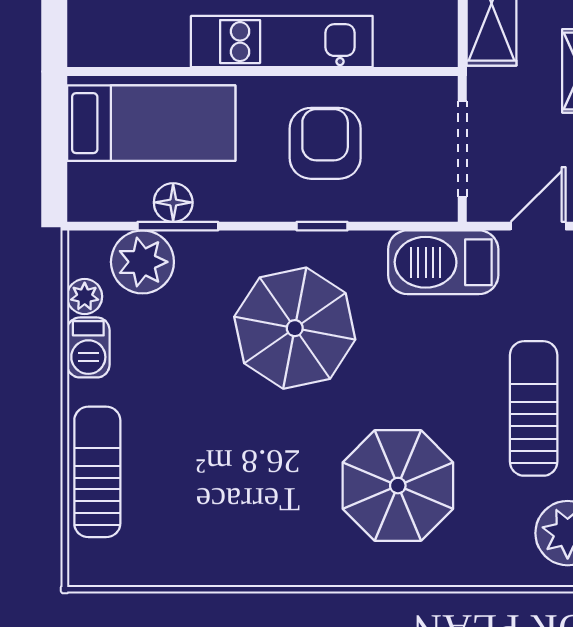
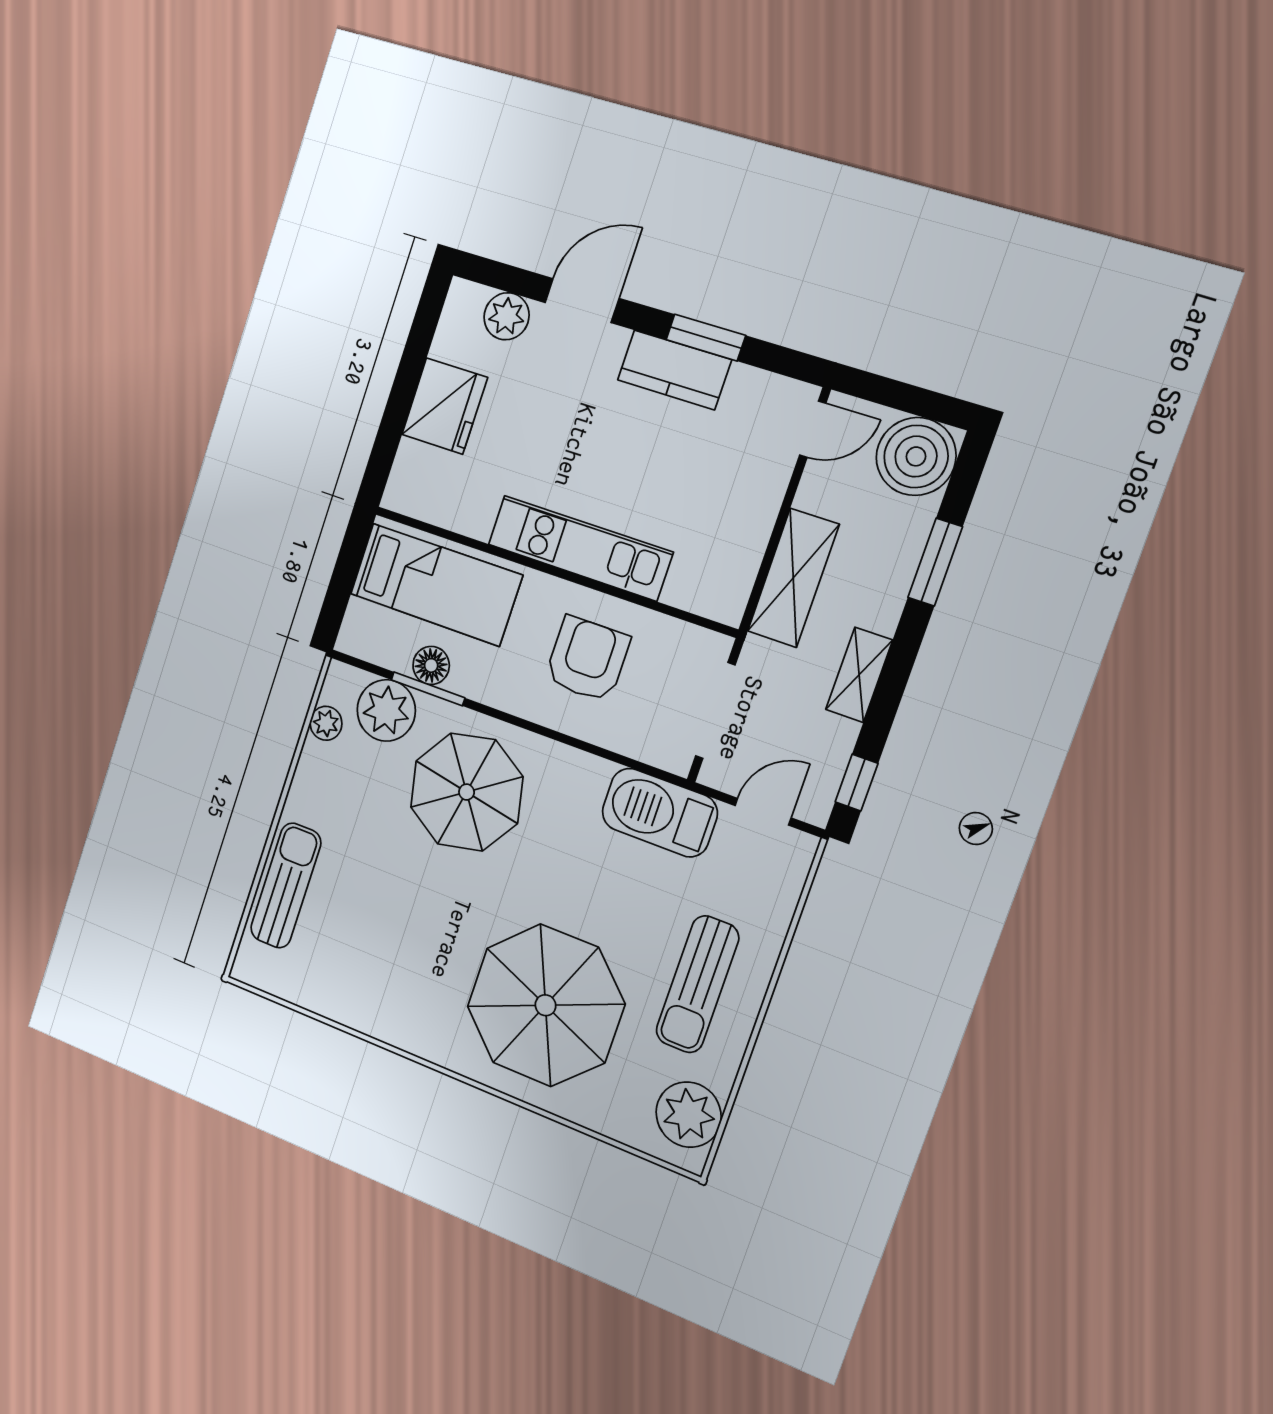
window: (322, 226) -> (558, 737), removed
parasol: (295, 328) -> (467, 792), moved
barbecue: (88, 347) -> (314, 771), removed
sun lounger: (534, 408) -> (697, 984), turned 180
parasol: (398, 486) -> (545, 1005), width x1.36, depth x1.36

